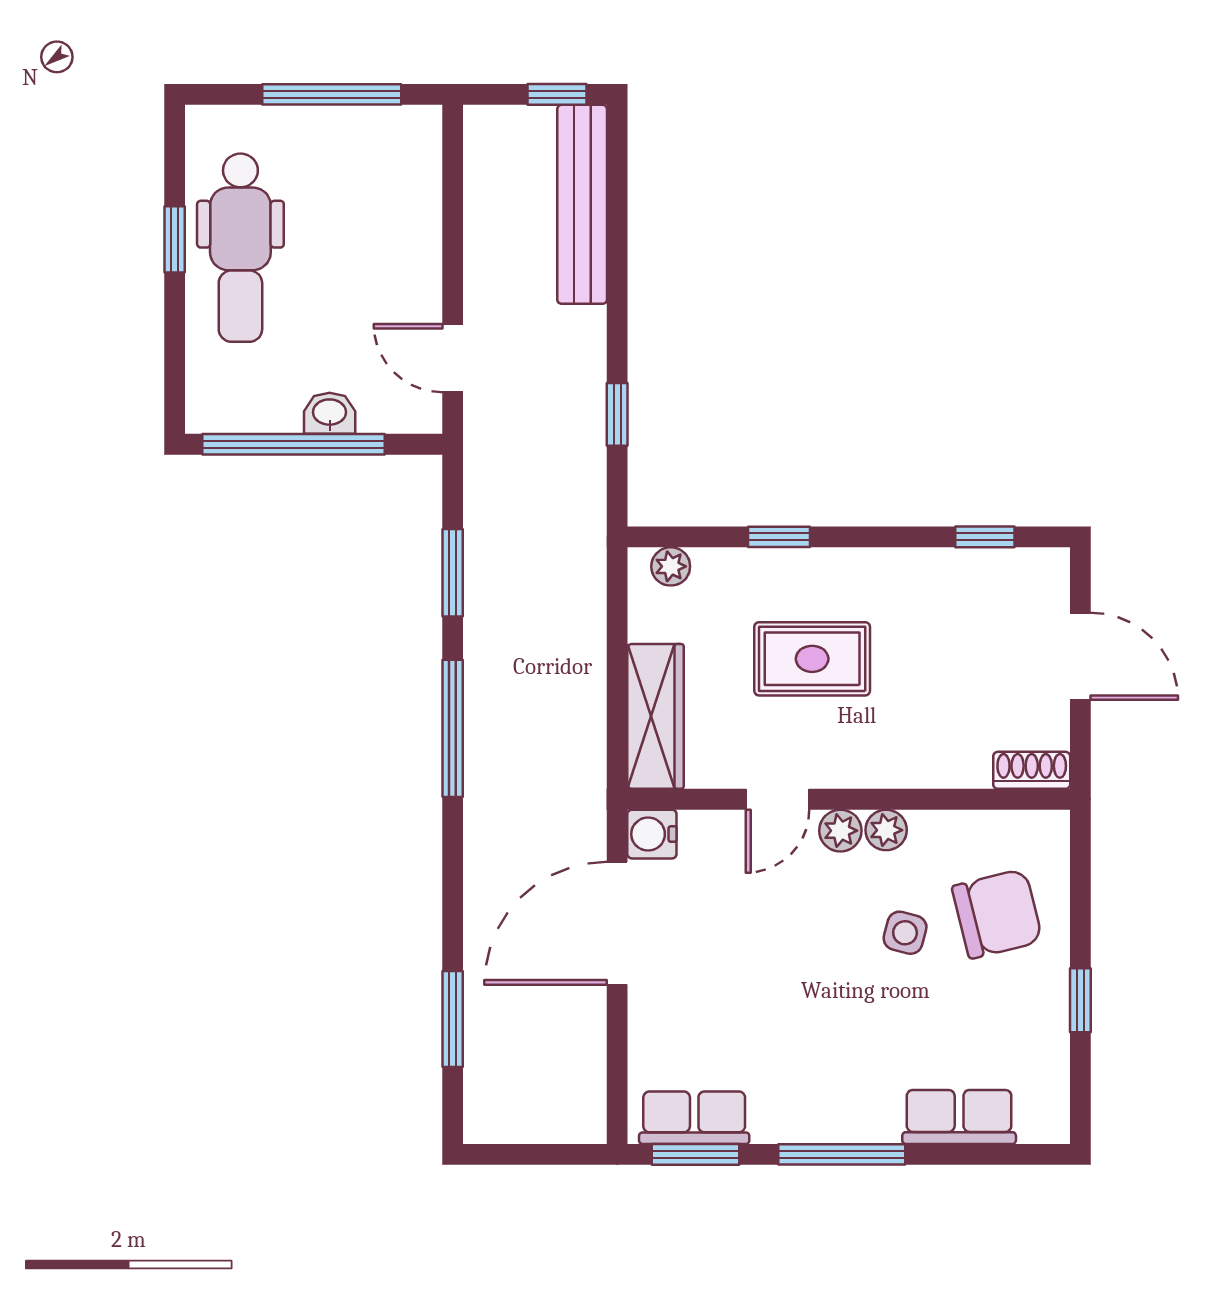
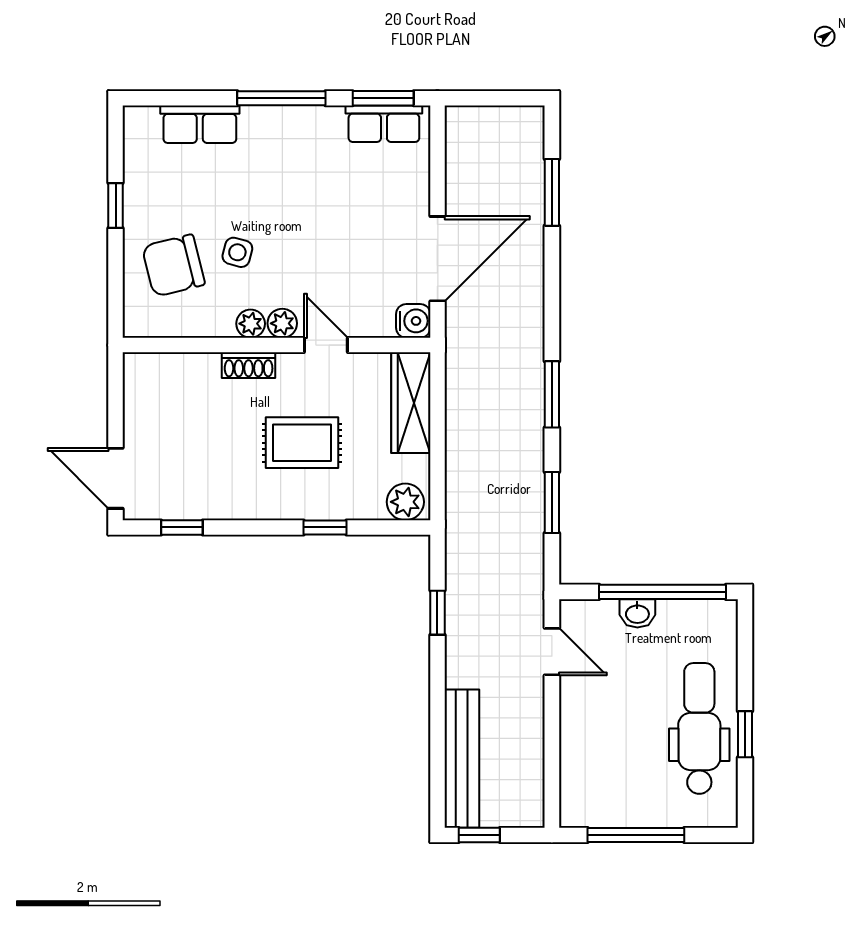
plant: (671, 566) -> (405, 502), width x1.38, depth x1.38
door: (1080, 656) -> (116, 478), moved
window: (453, 728) -> (552, 394), width x0.69
shoe rack: (1032, 770) -> (249, 365), moved
door: (778, 799) -> (326, 345), hinge flipped

